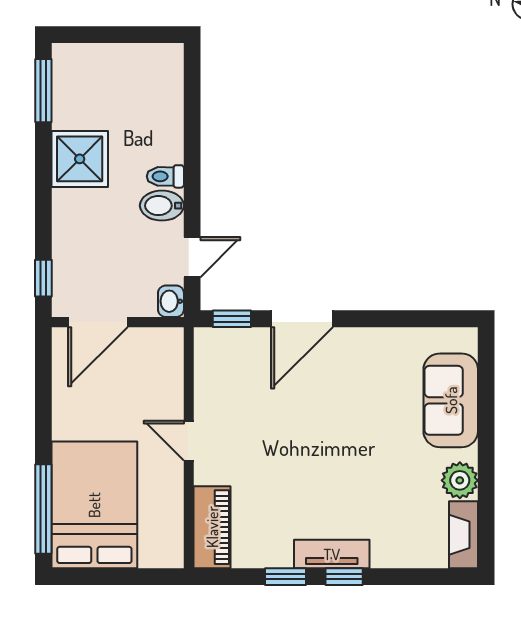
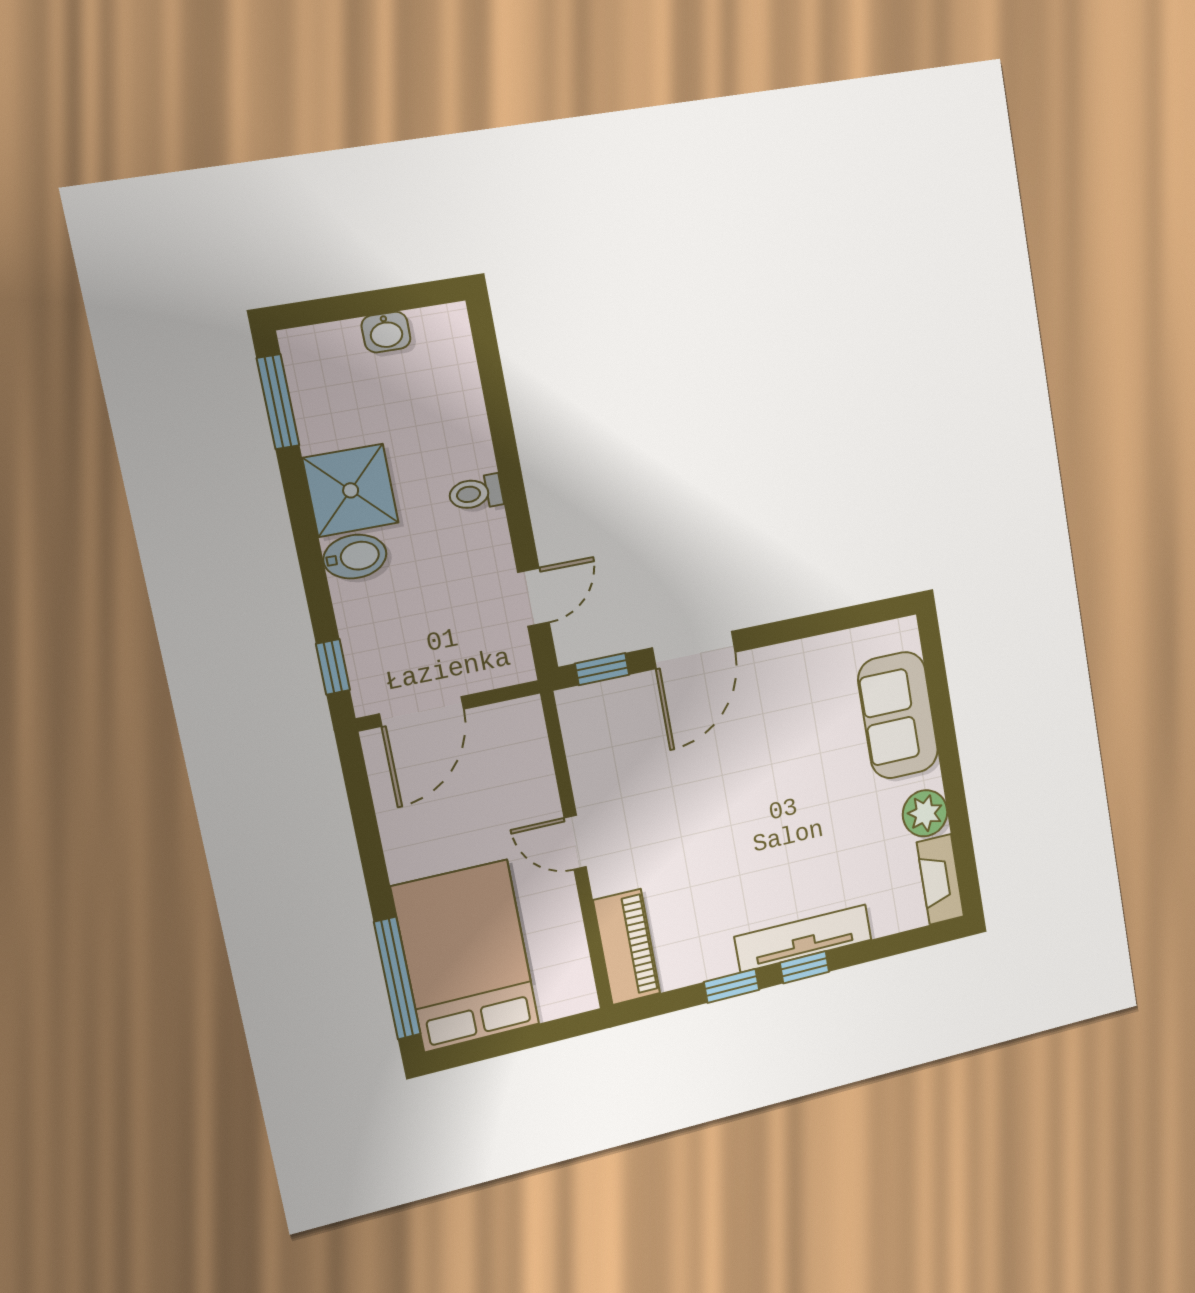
bidet: (162, 206) -> (355, 557), moved, turned 180
washbasin: (171, 301) -> (386, 332), moved, turned -90
tv unit: (332, 554) -> (803, 938), width x1.41

